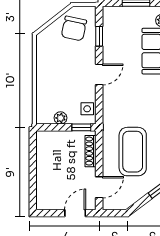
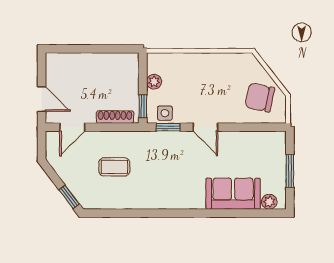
window: (99, 36) -> (168, 127), moved
coffee table: (133, 152) -> (114, 167), width x0.54, depth x0.58
door: (99, 187) -> (72, 127), hinge flipped

